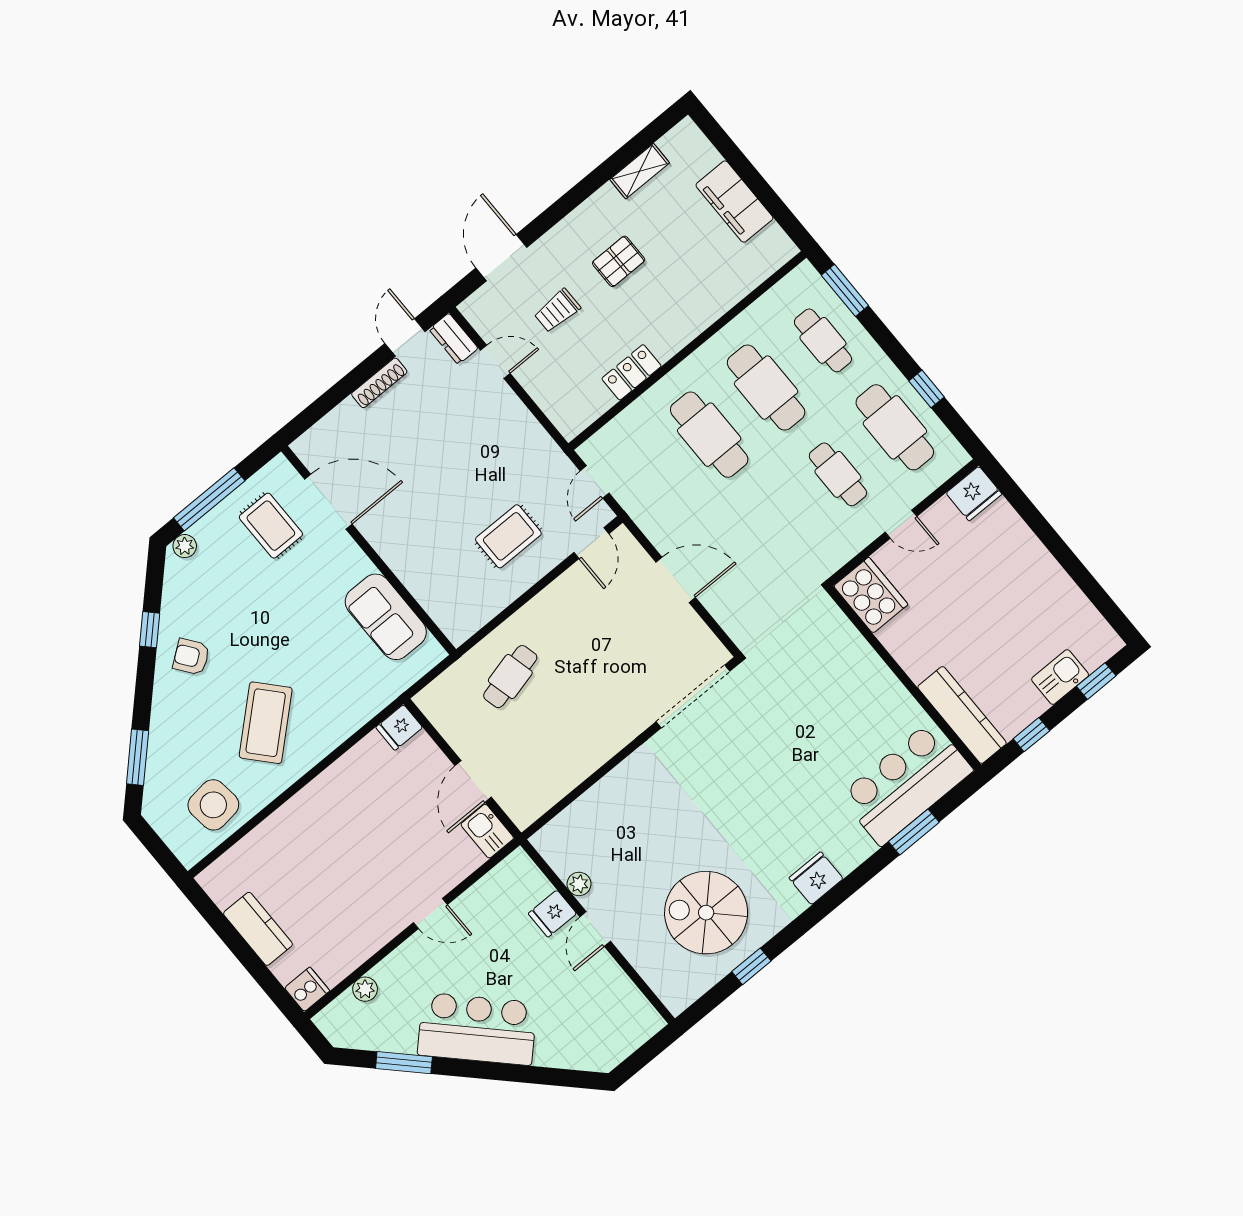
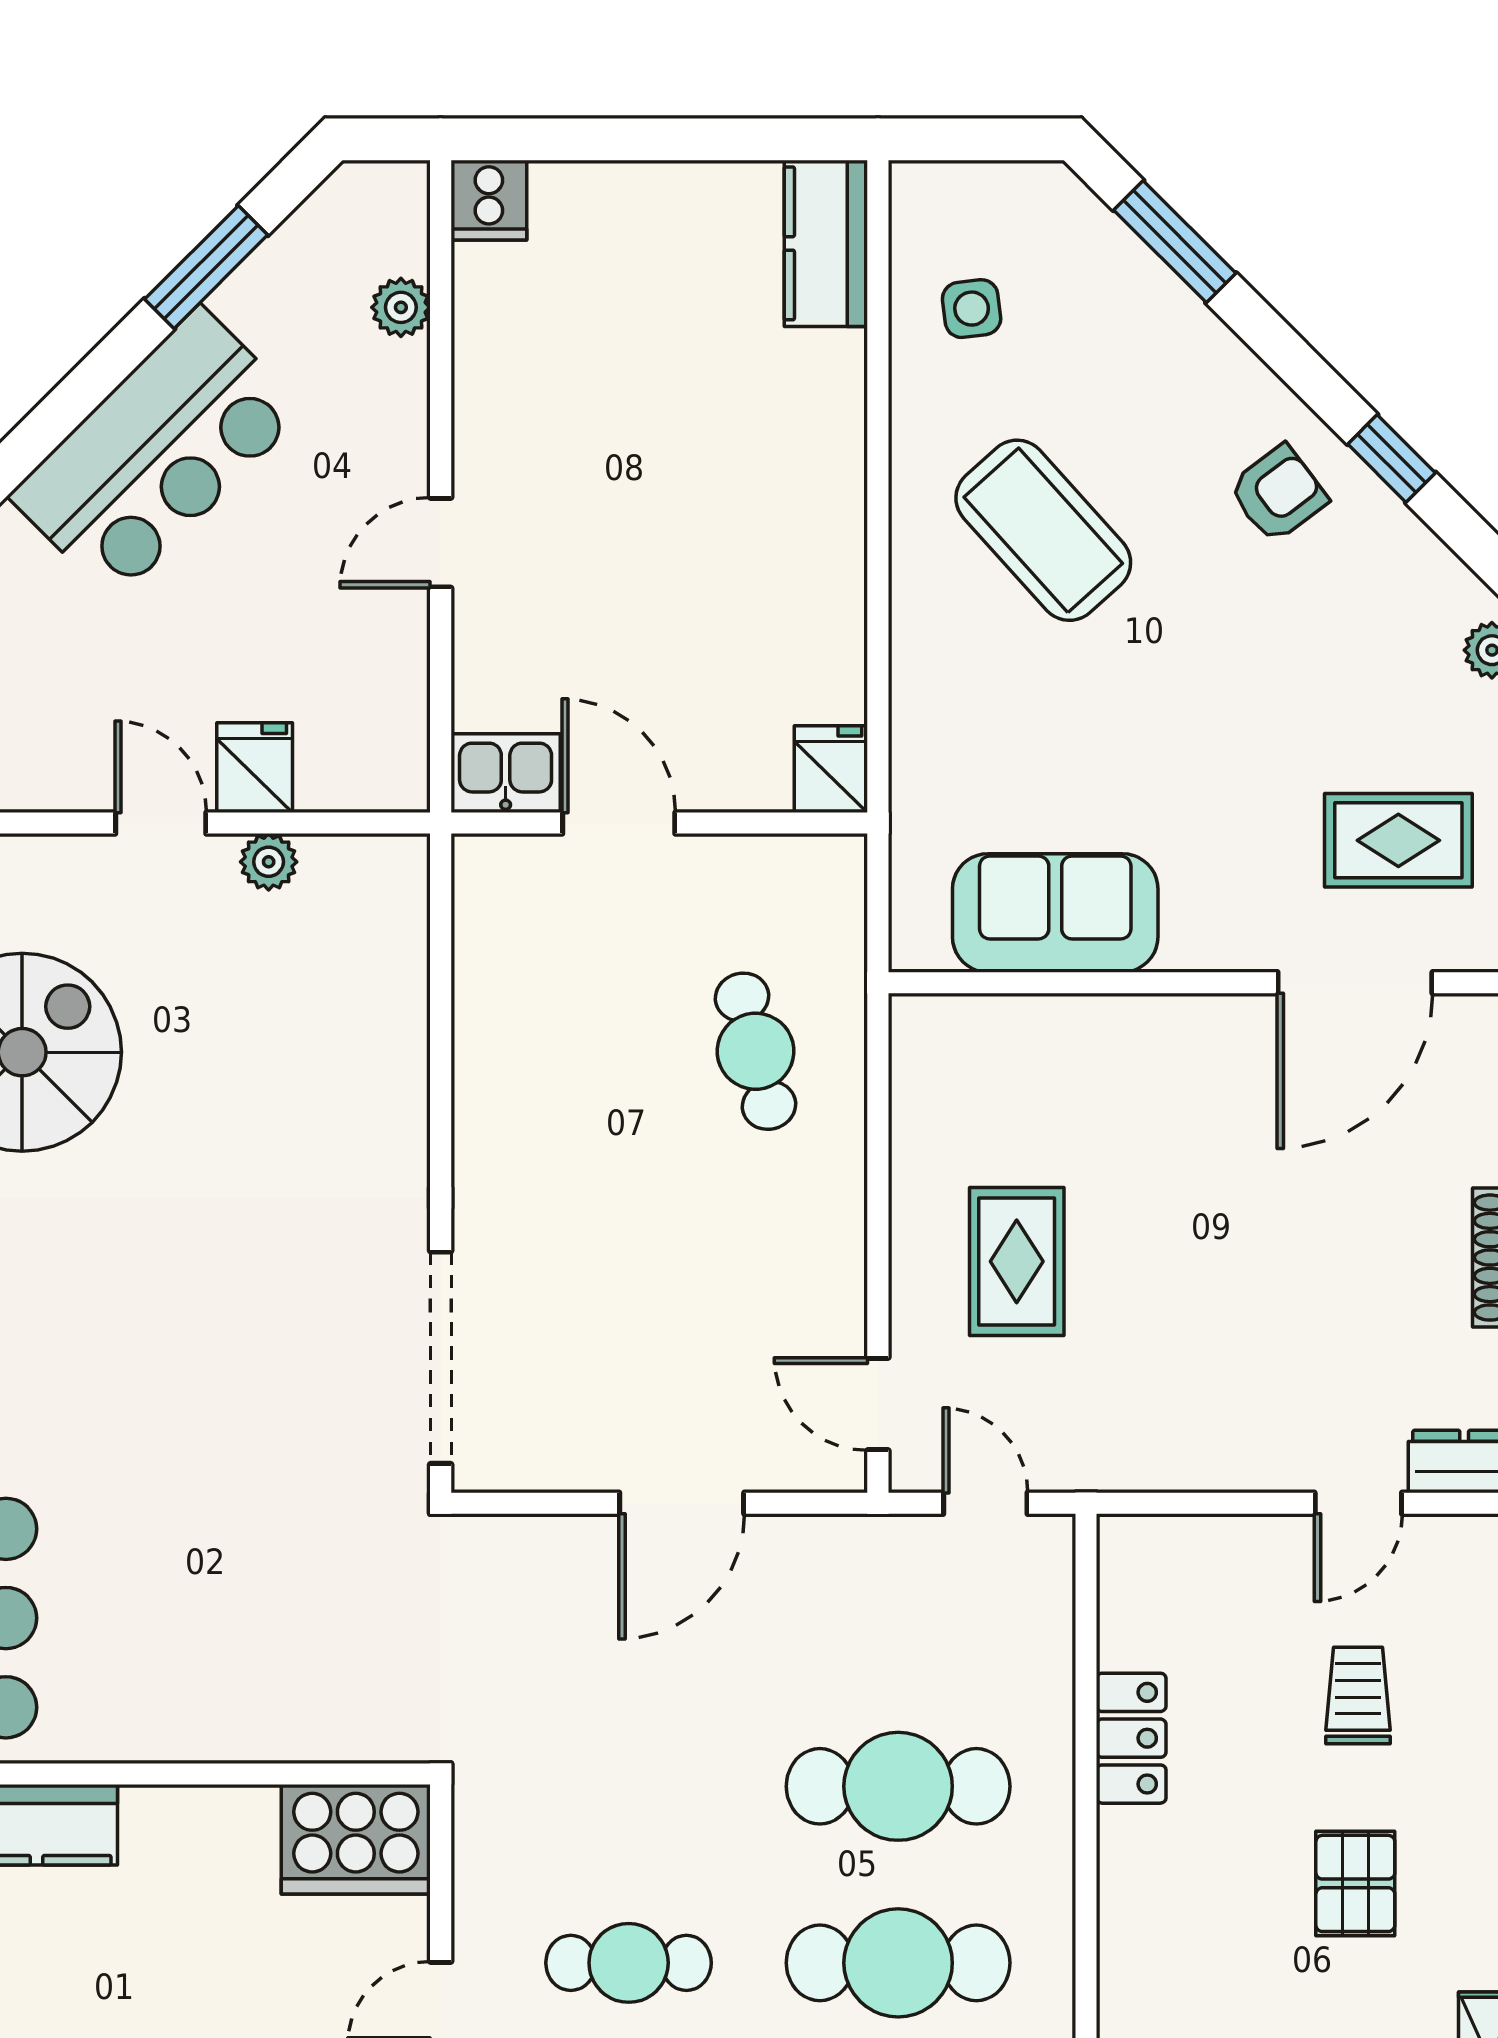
side table: (213, 805) -> (972, 309), width x0.54, depth x0.54
kitchen counter: (258, 929) -> (826, 243), moved, turned 90

